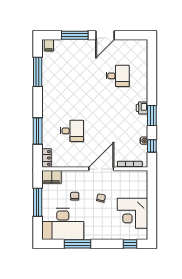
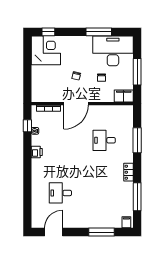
door: (105, 35) -> (54, 232), moved
printer: (142, 108) -> (37, 152), moved
window: (152, 116) -> (27, 155), removed
locker: (46, 158) -> (129, 172), moved
corner desk: (133, 213) -> (46, 50), moved

